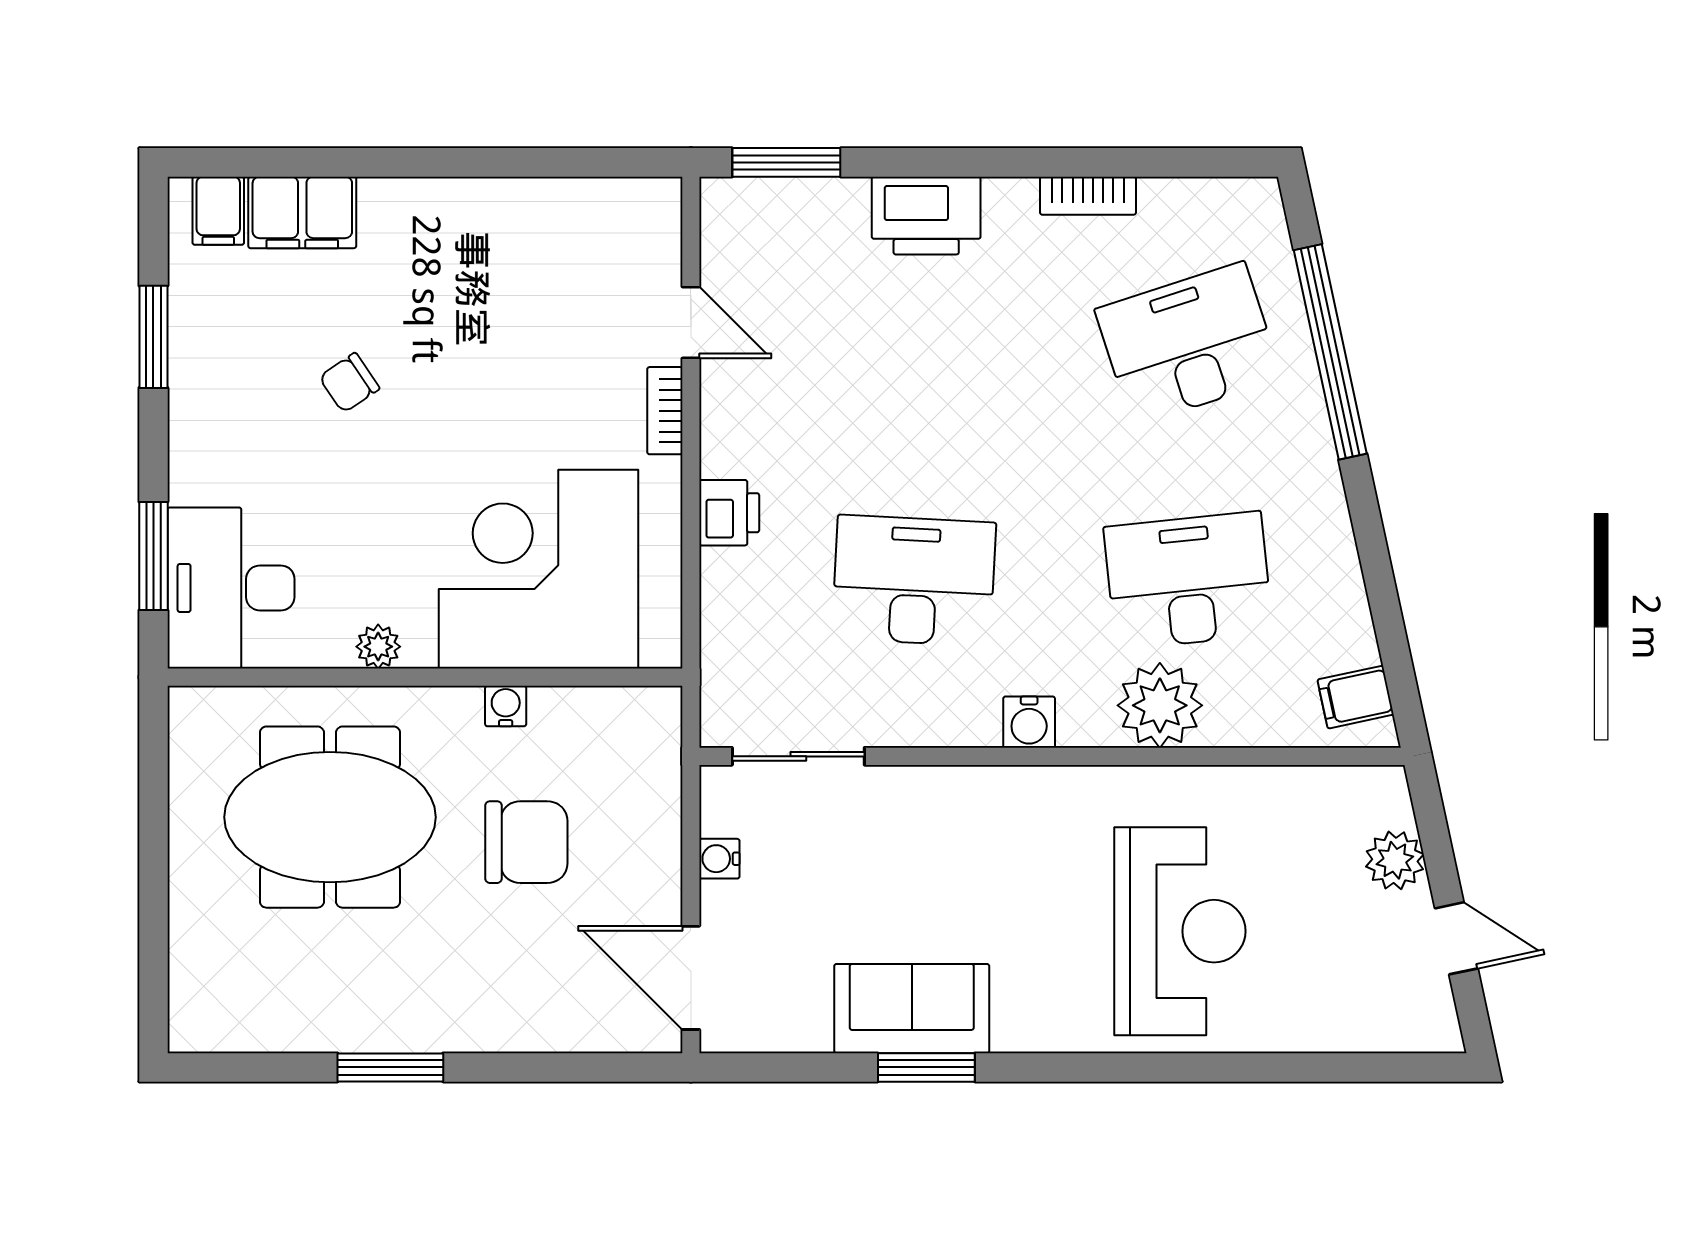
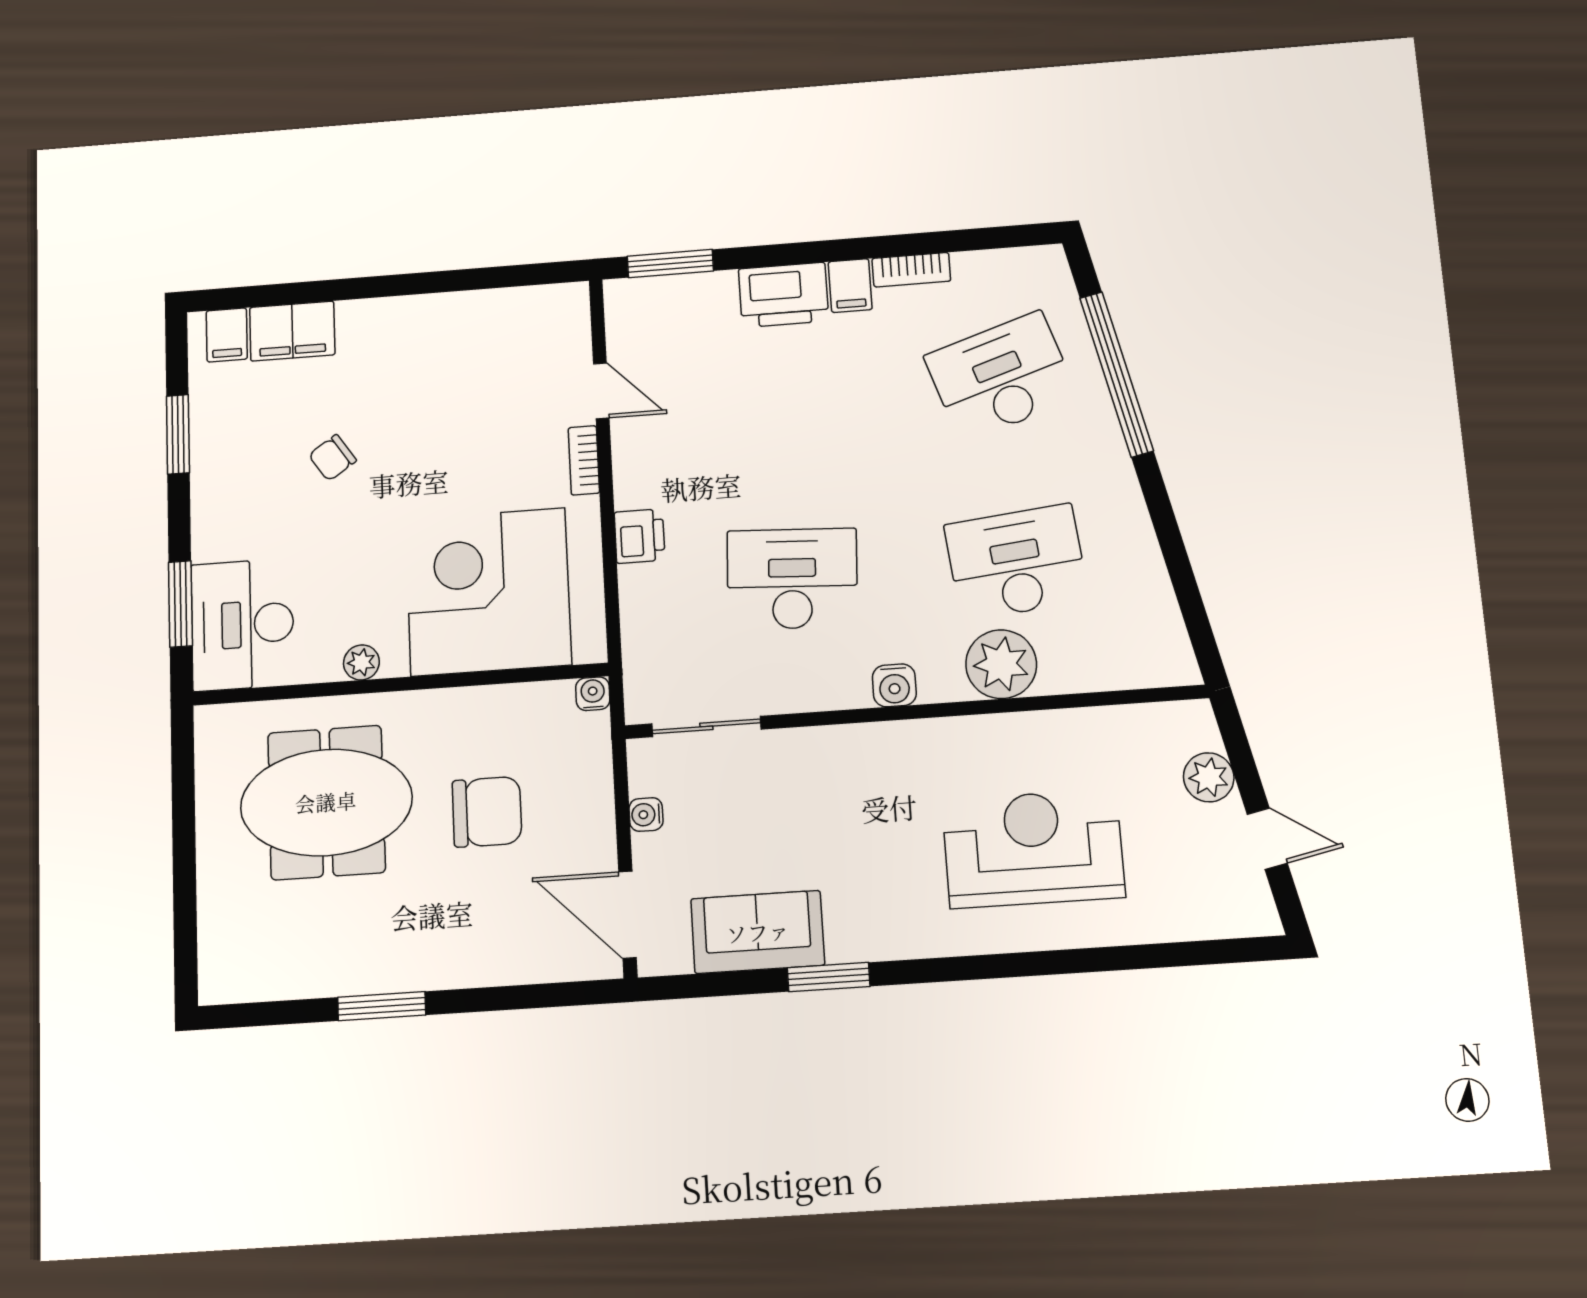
filing cabinet: (1356, 697) -> (850, 286), moved, turned -78
water cooler: (506, 706) -> (593, 694), moved
reception desk: (1180, 931) -> (1033, 848), turned -90
sofa: (912, 1009) -> (758, 932), moved

